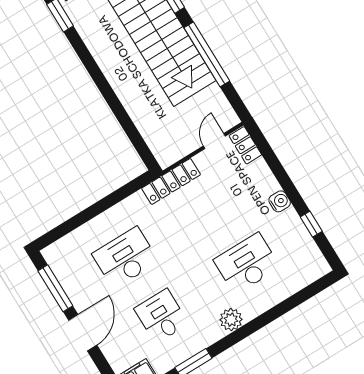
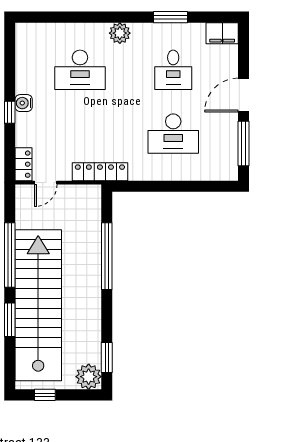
window: (117, 108) -> (107, 256), added
window: (311, 224) -> (10, 112), moved

